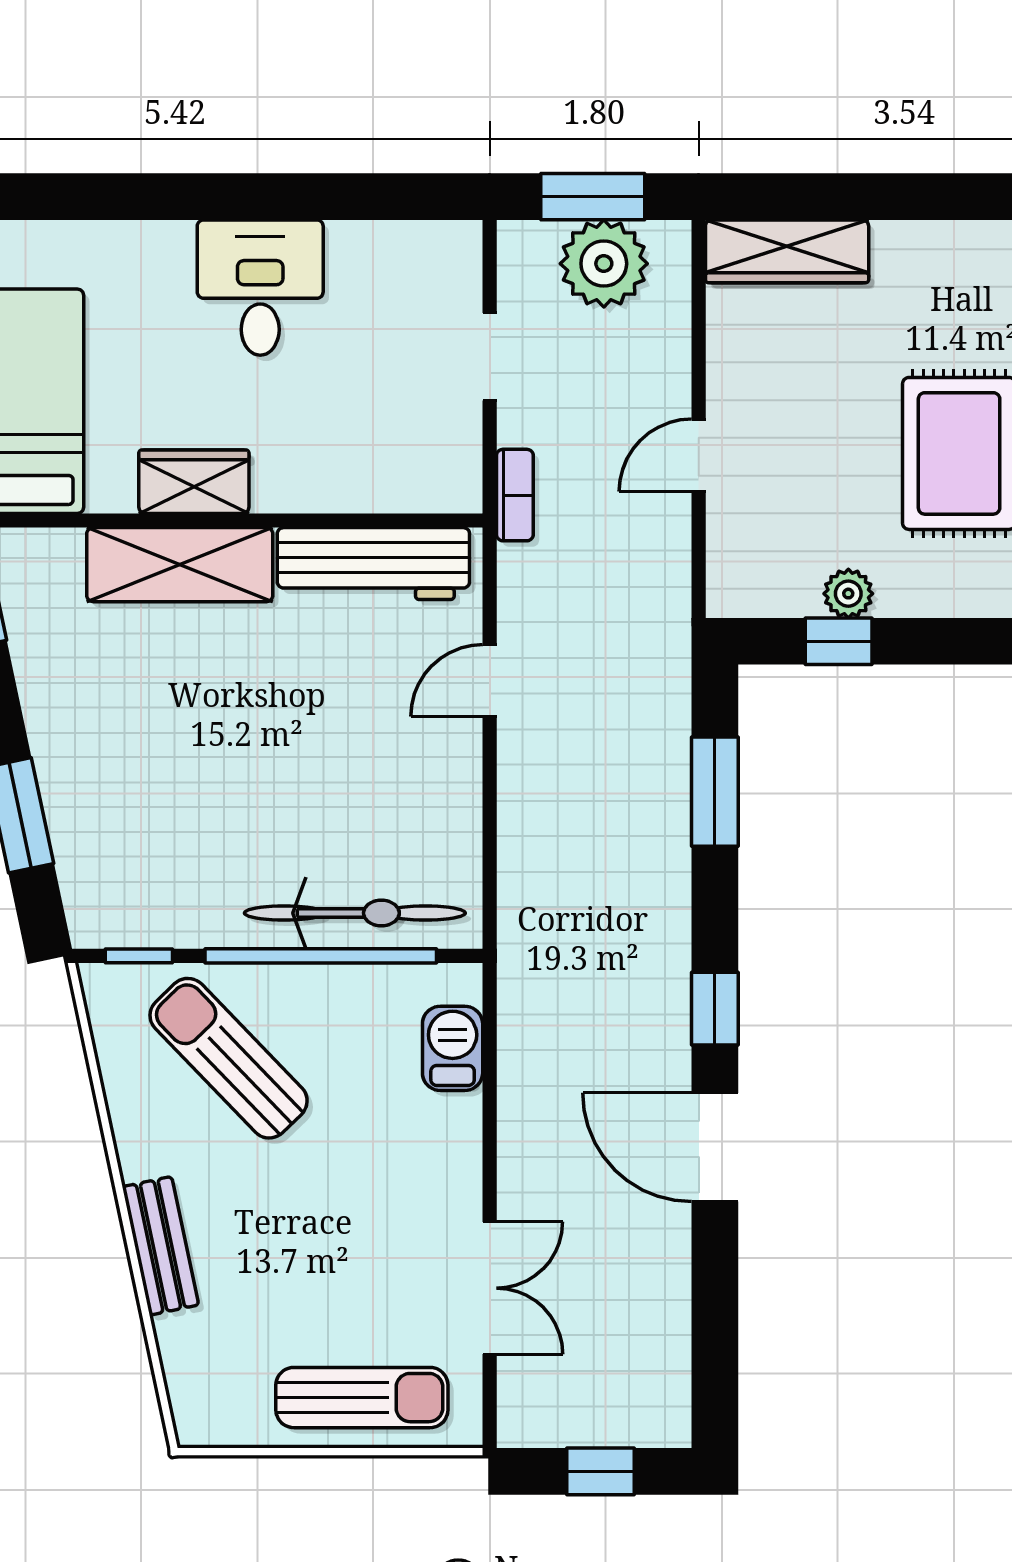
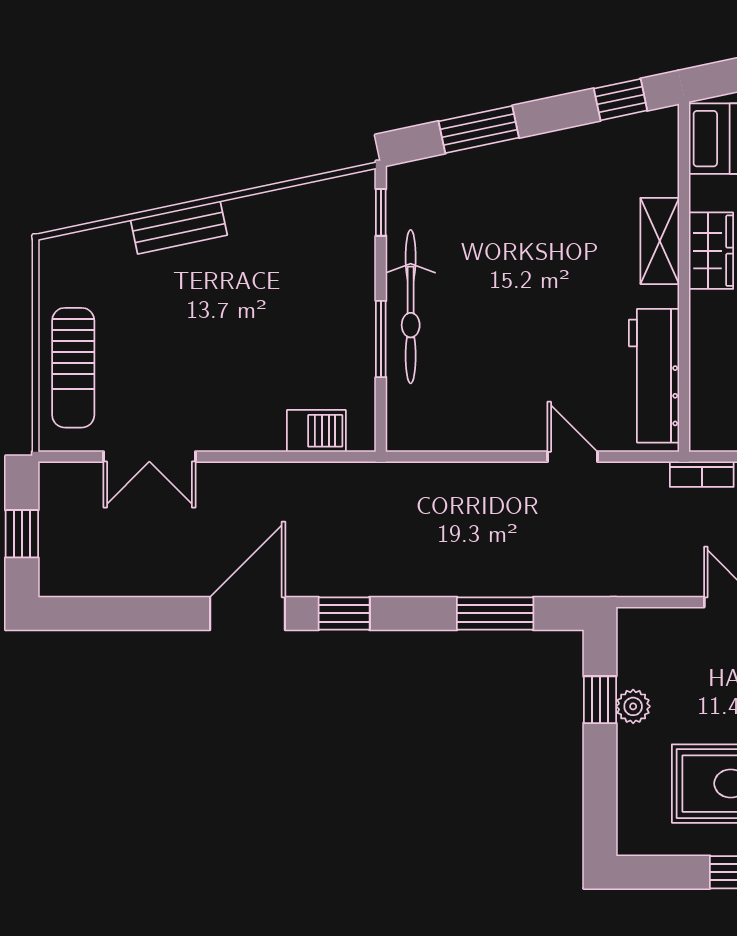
shelving: (180, 565) -> (660, 241), width x0.67, depth x0.75
bicycle: (355, 913) -> (411, 307), moved
window: (321, 956) -> (381, 339), width x0.47
sun lounger: (229, 1058) -> (310, 275), removed

